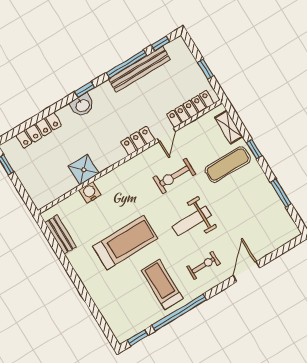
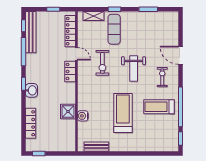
bench: (139, 69) -> (31, 32), moved

